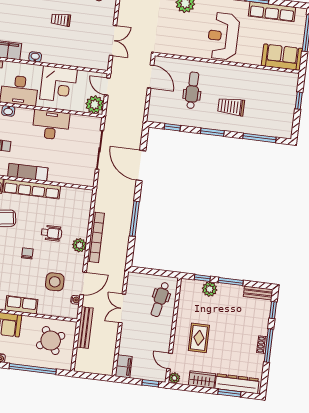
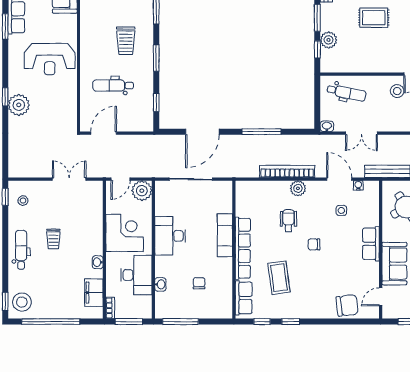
exam couch: (28, 172) -> (225, 235), moved
washbasin: (132, 278) -> (327, 126), added
side table: (55, 282) -> (341, 210), width x0.54, depth x0.54
rug: (199, 338) -> (374, 18), moved
stool: (156, 345) -> (397, 91), added

